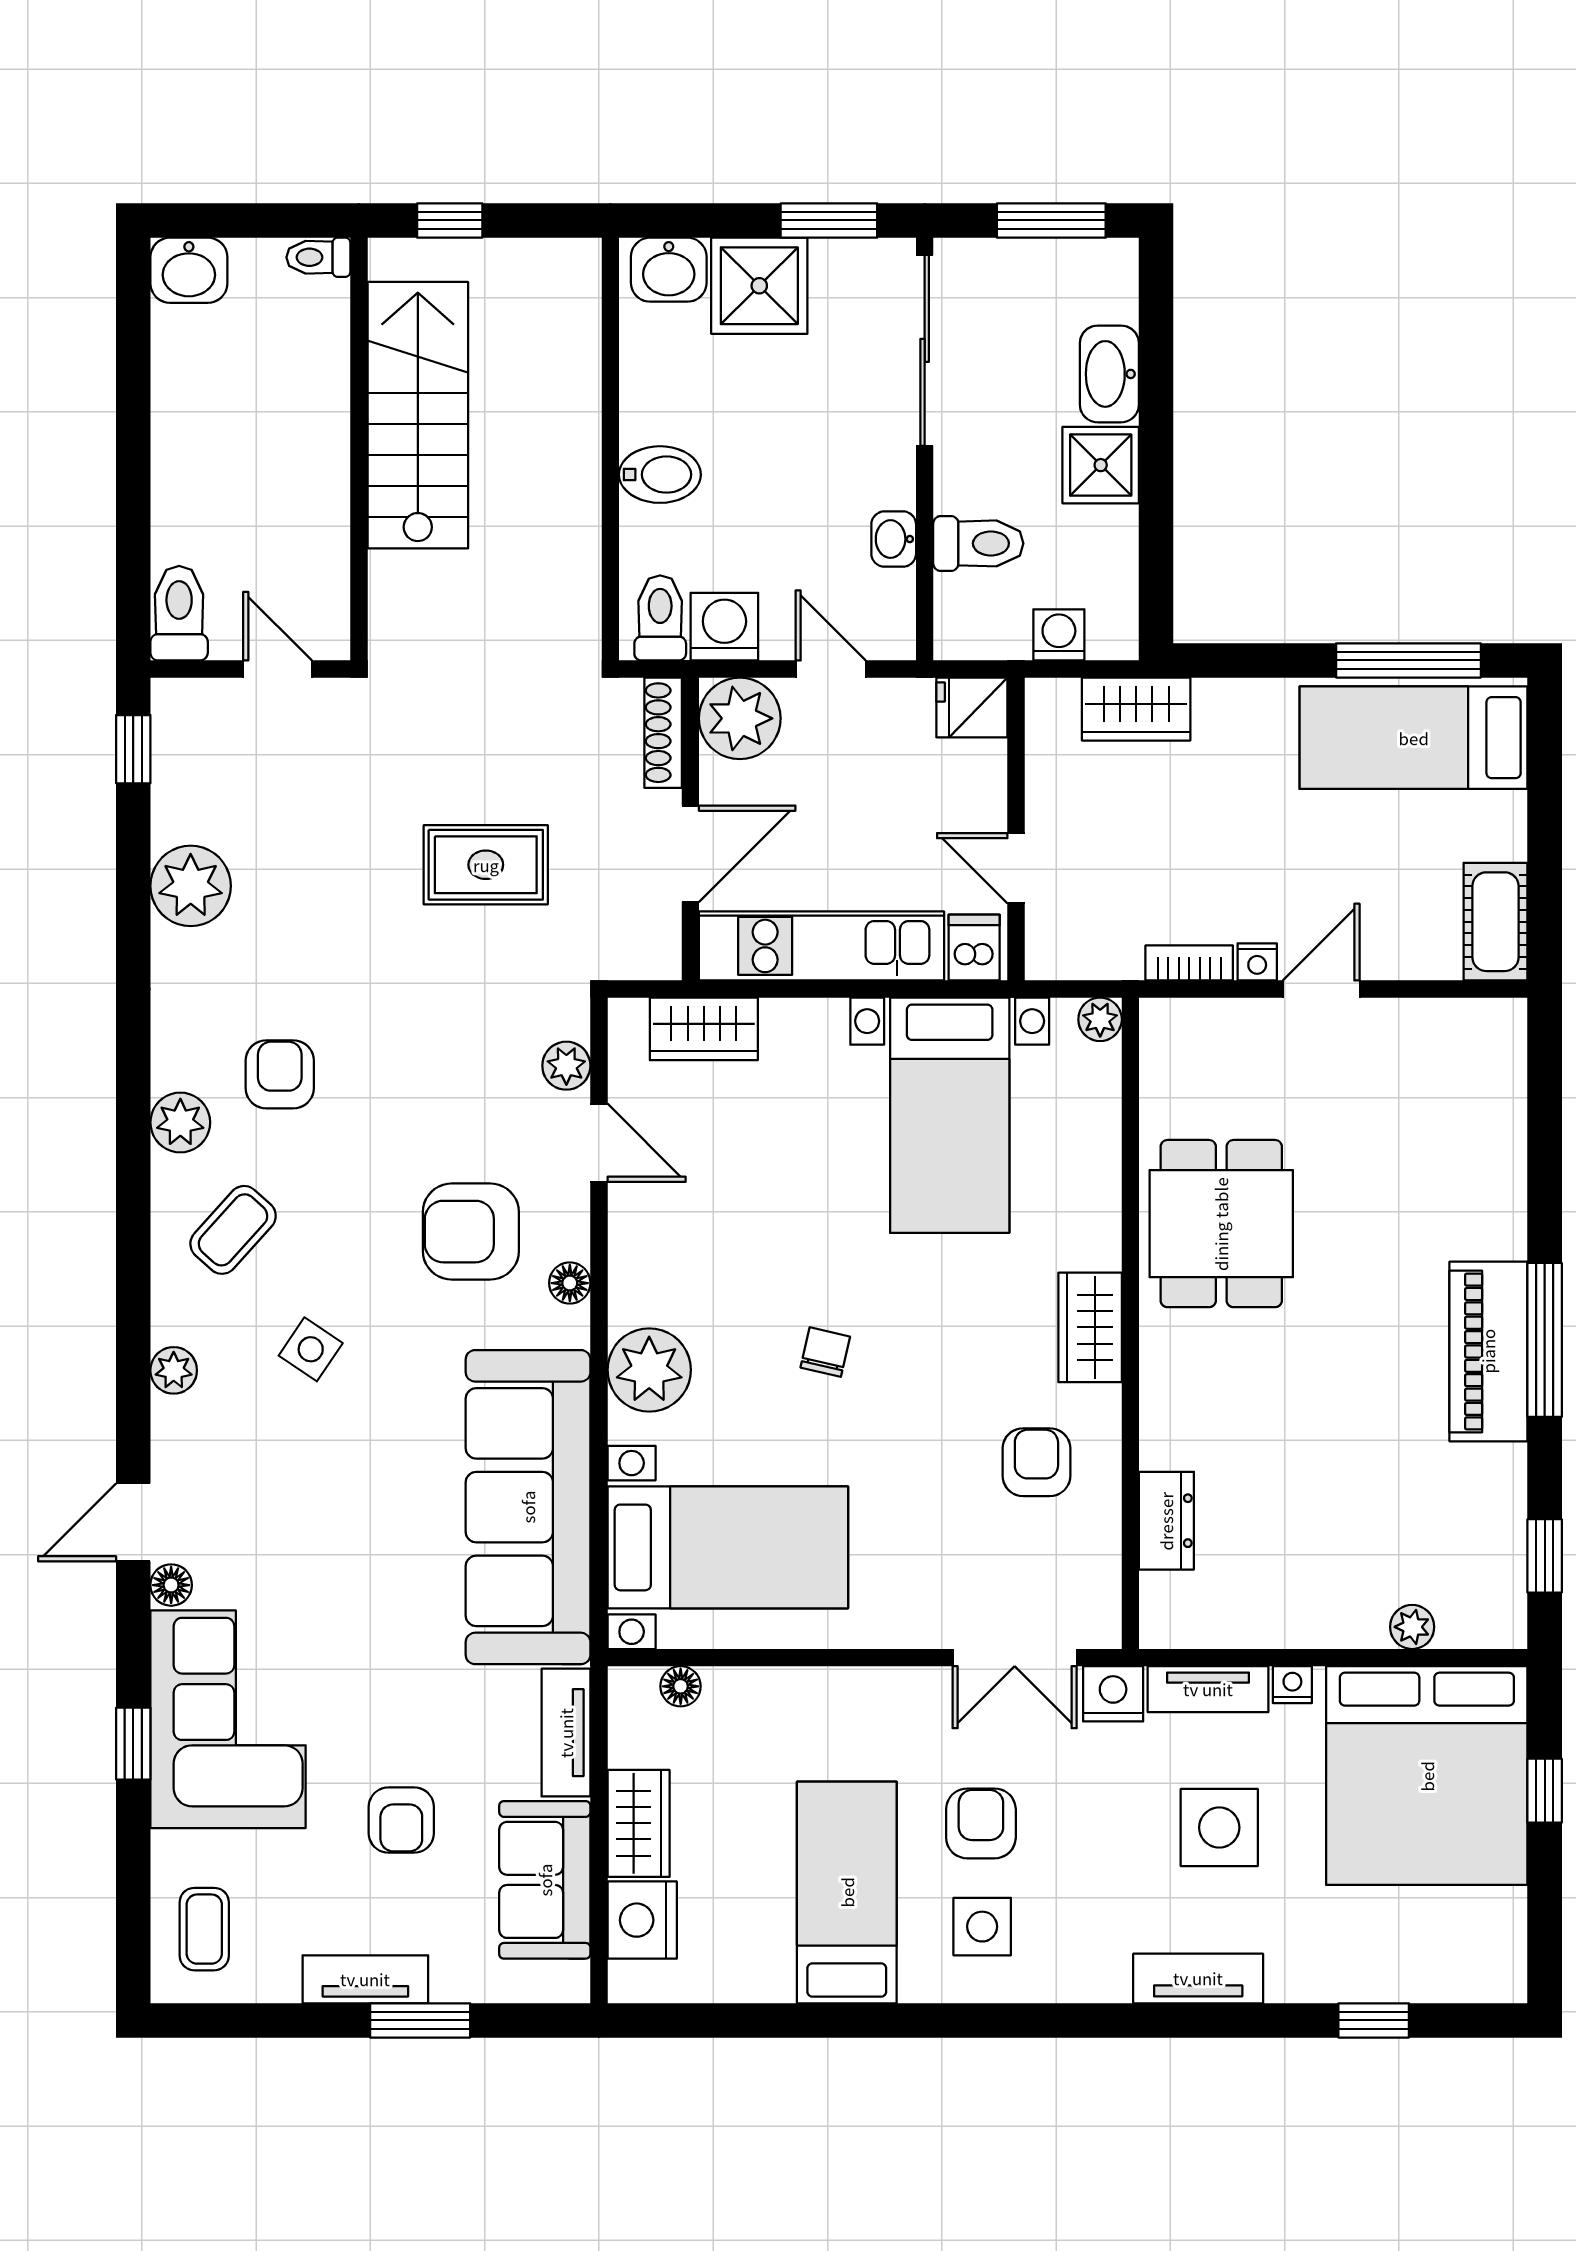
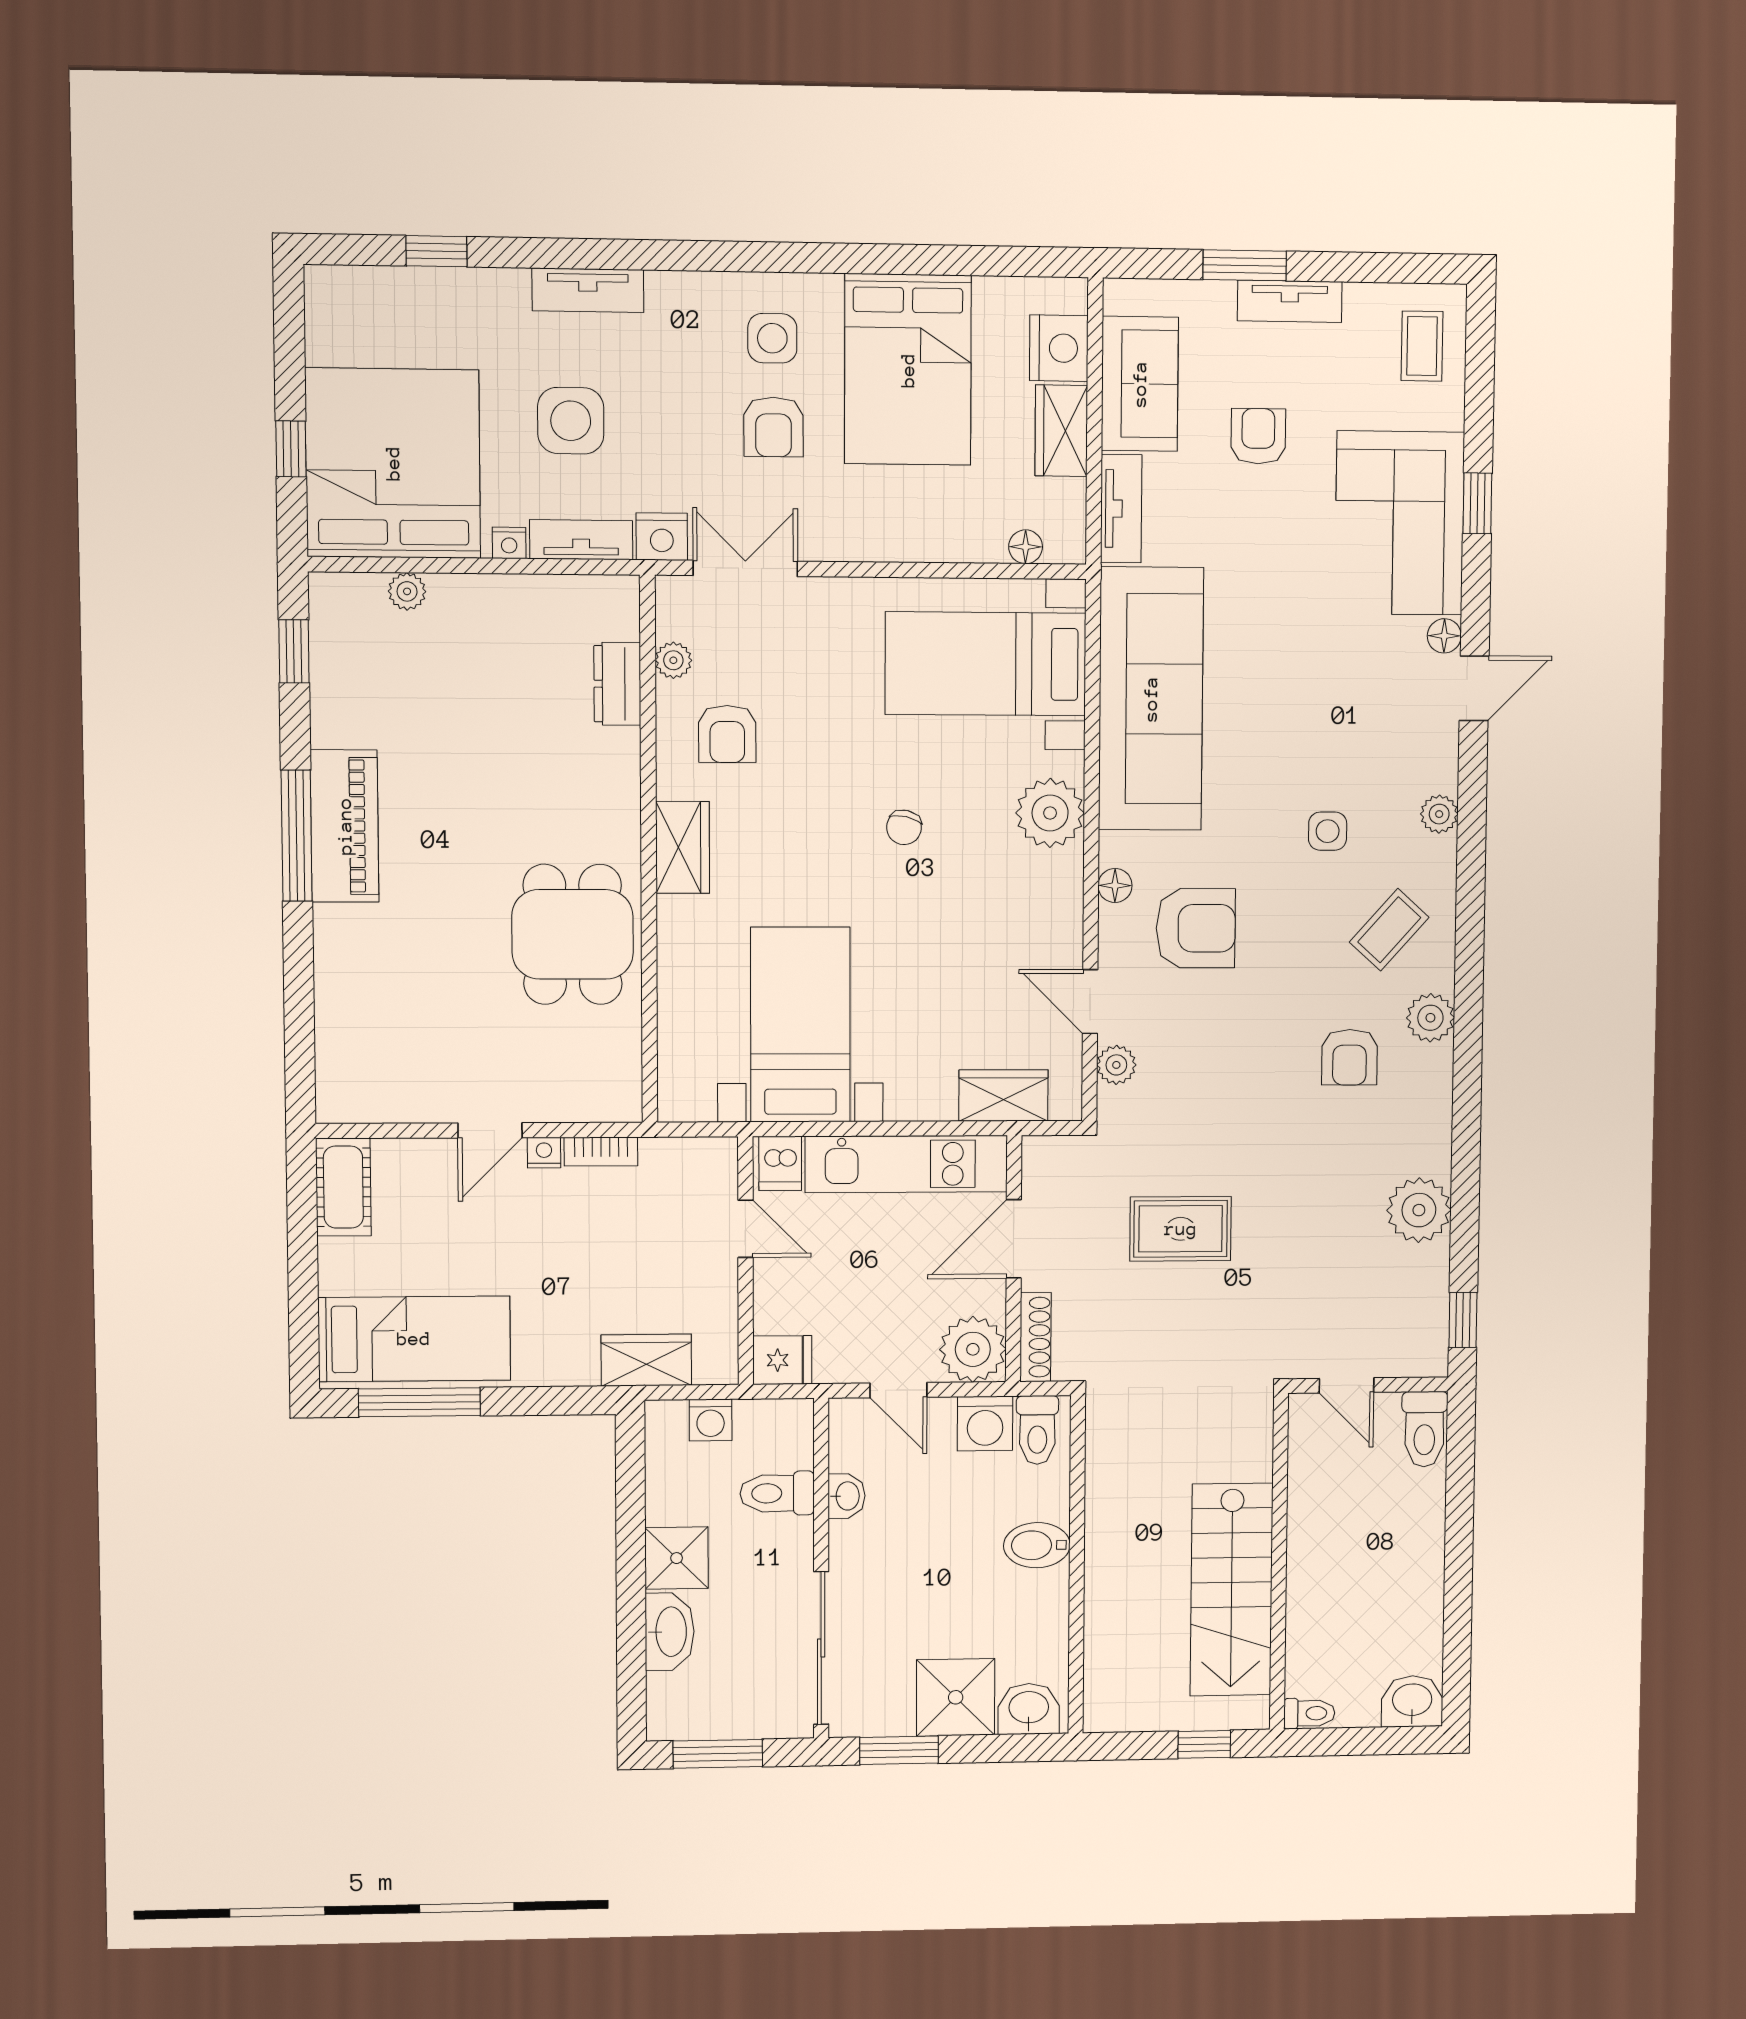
plant: (1100, 1019) -> (673, 660), moved
side table: (311, 1349) -> (1328, 831), turned -34
bed: (847, 1892) -> (908, 370), width x1.50

